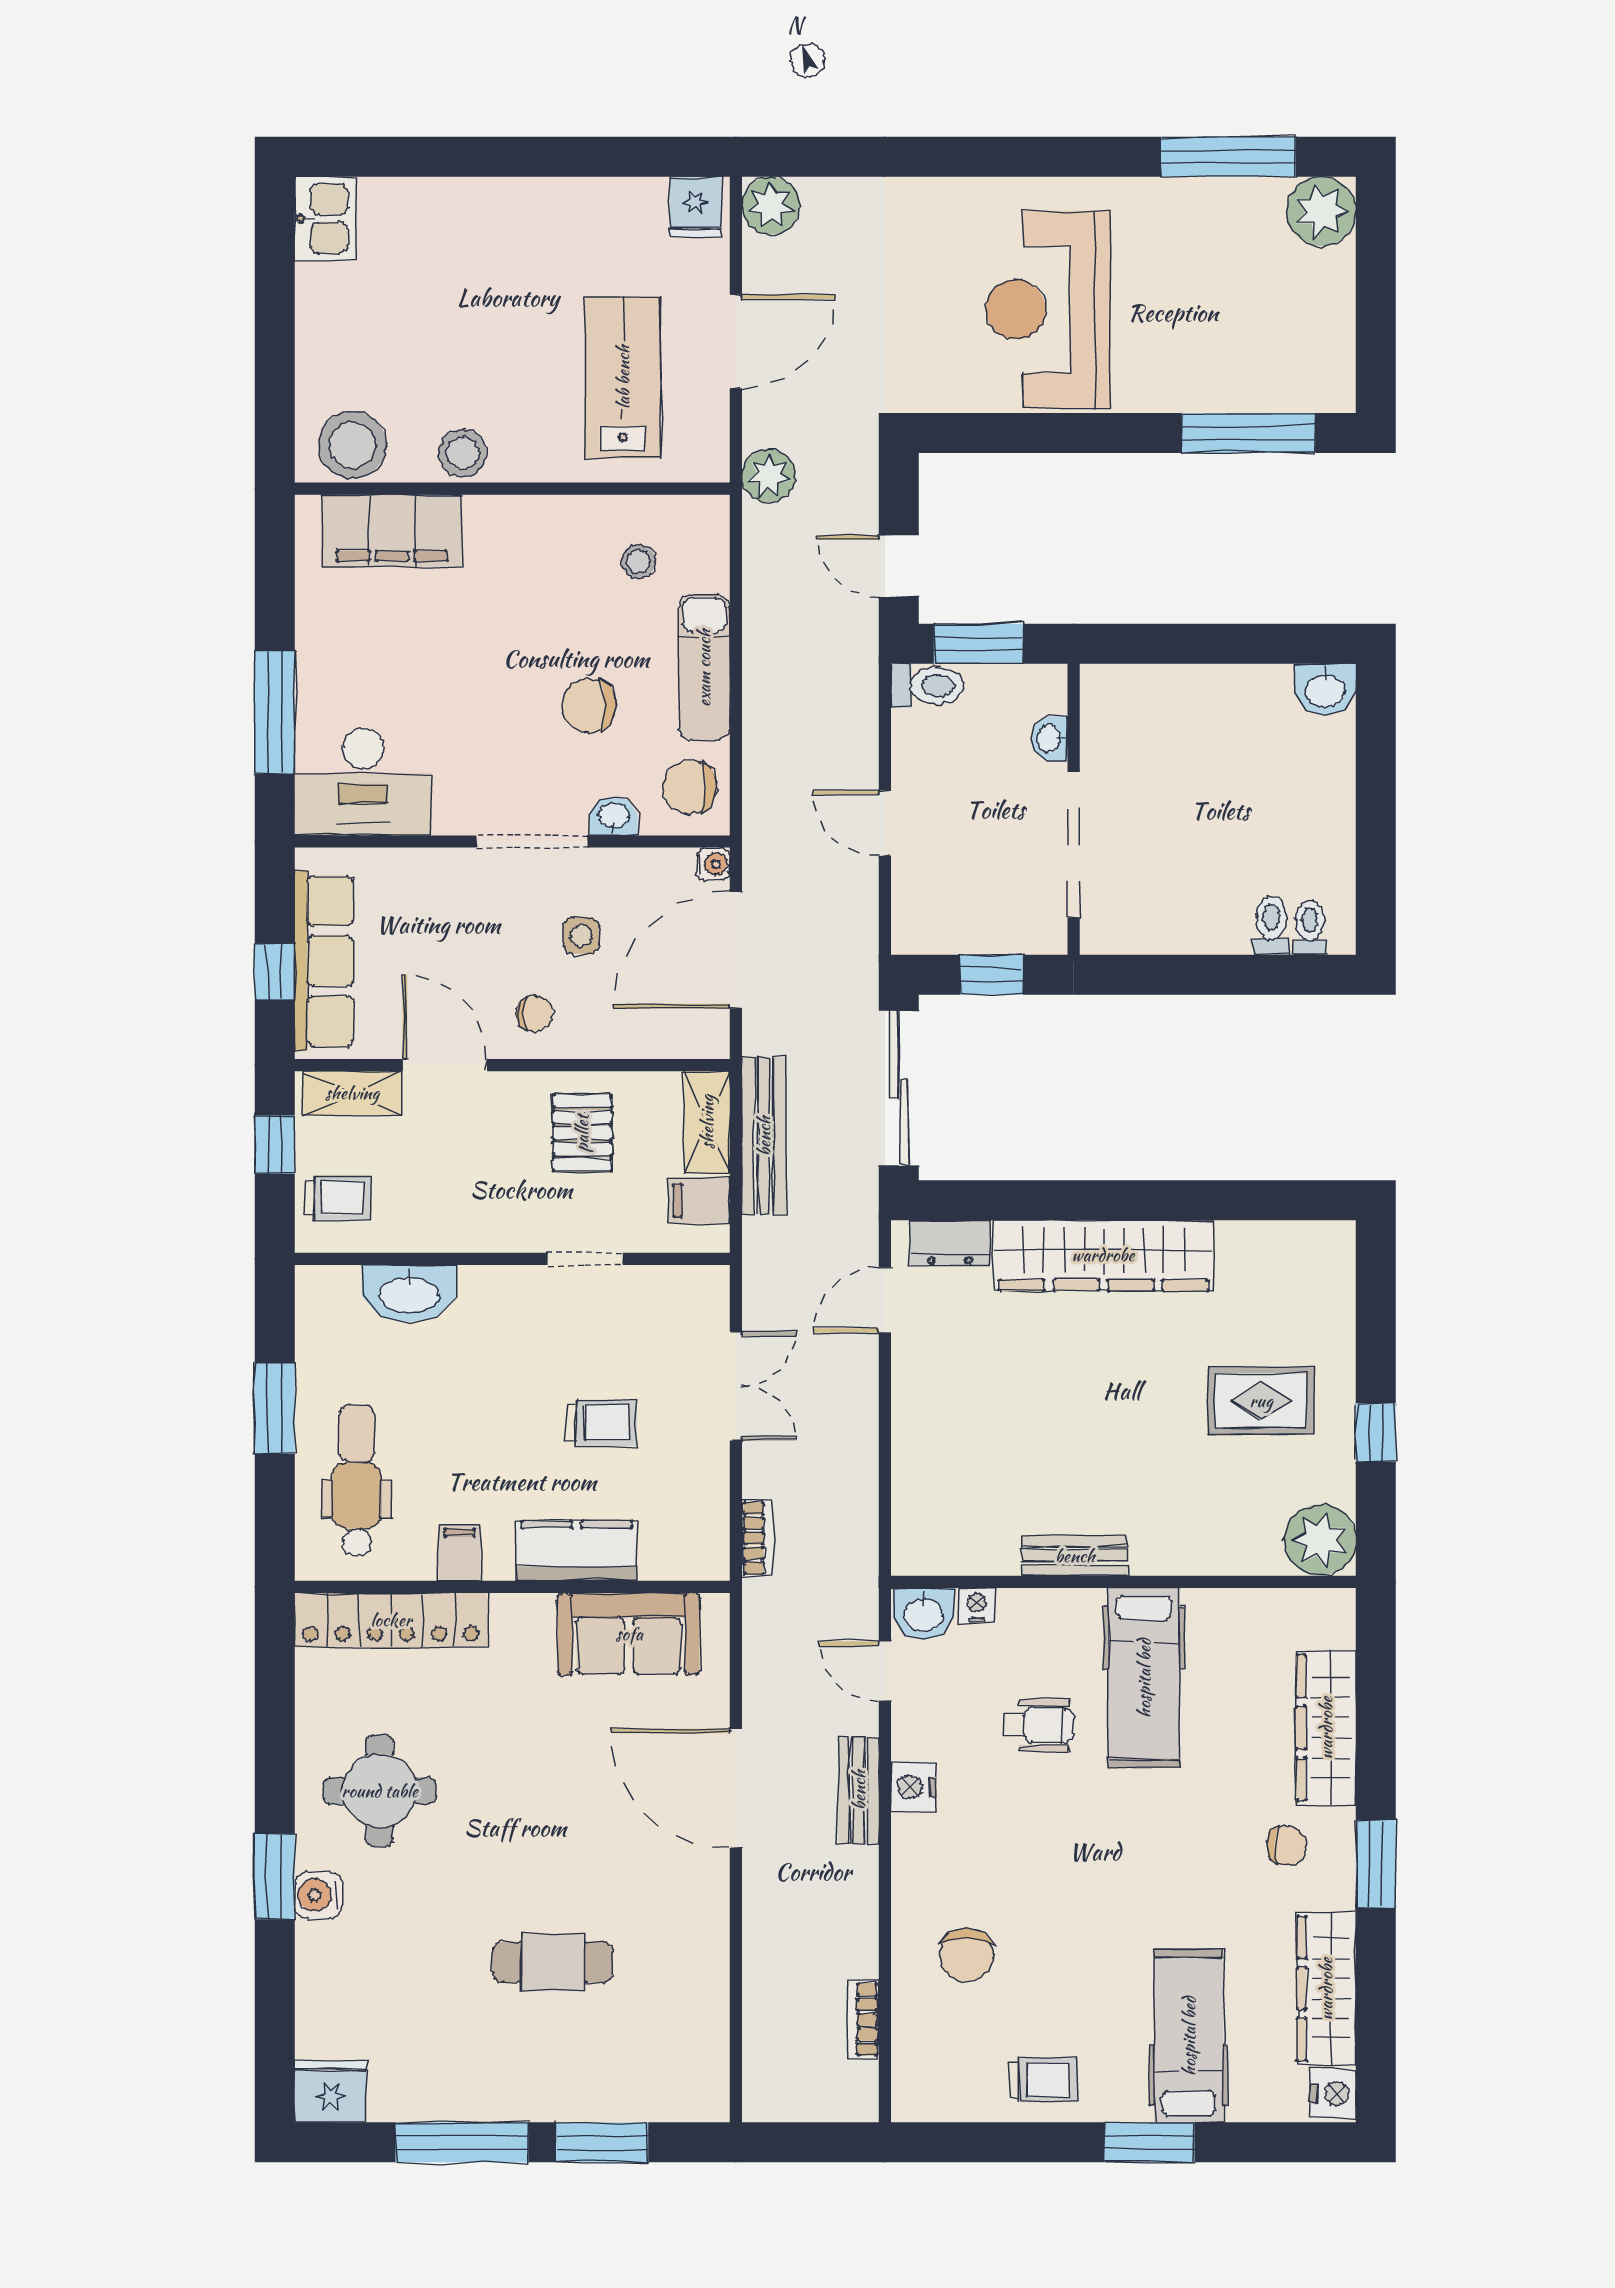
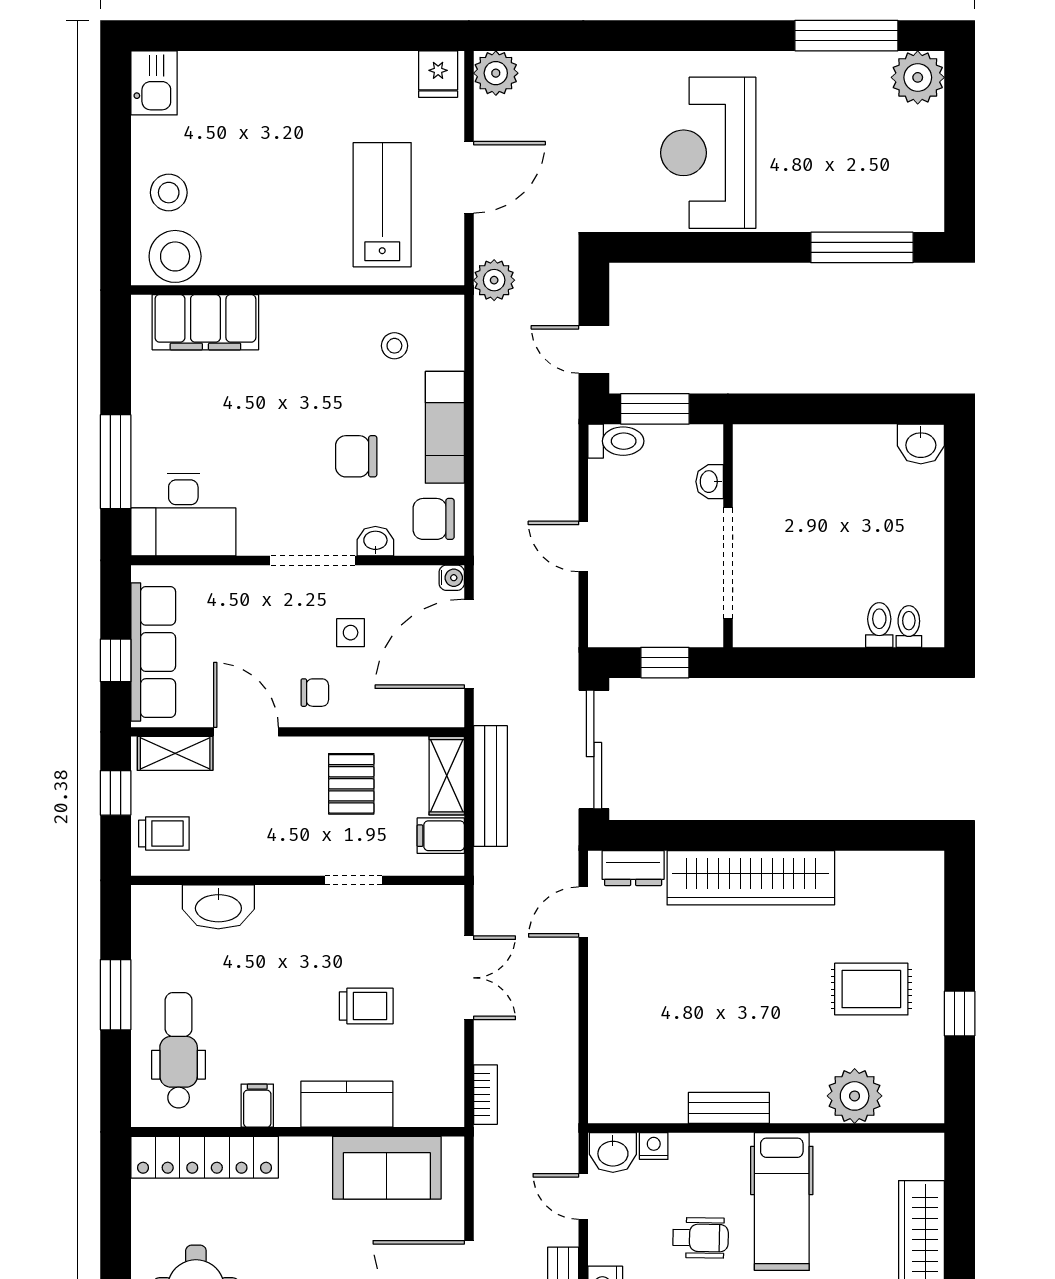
stool: (462, 453) -> (169, 193), moved
plant: (1320, 1540) -> (855, 1096), moved

